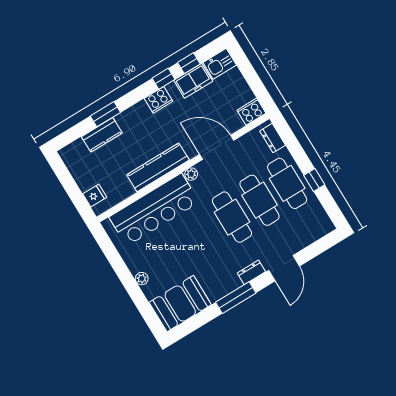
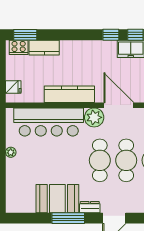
cooker: (158, 100) -> (19, 47), moved
window: (105, 114) -> (25, 35), moved
plant: (191, 174) -> (94, 117), width x1.87, depth x1.87
plant: (142, 279) -> (11, 152), moved
booth: (180, 304) -> (57, 199), moved

